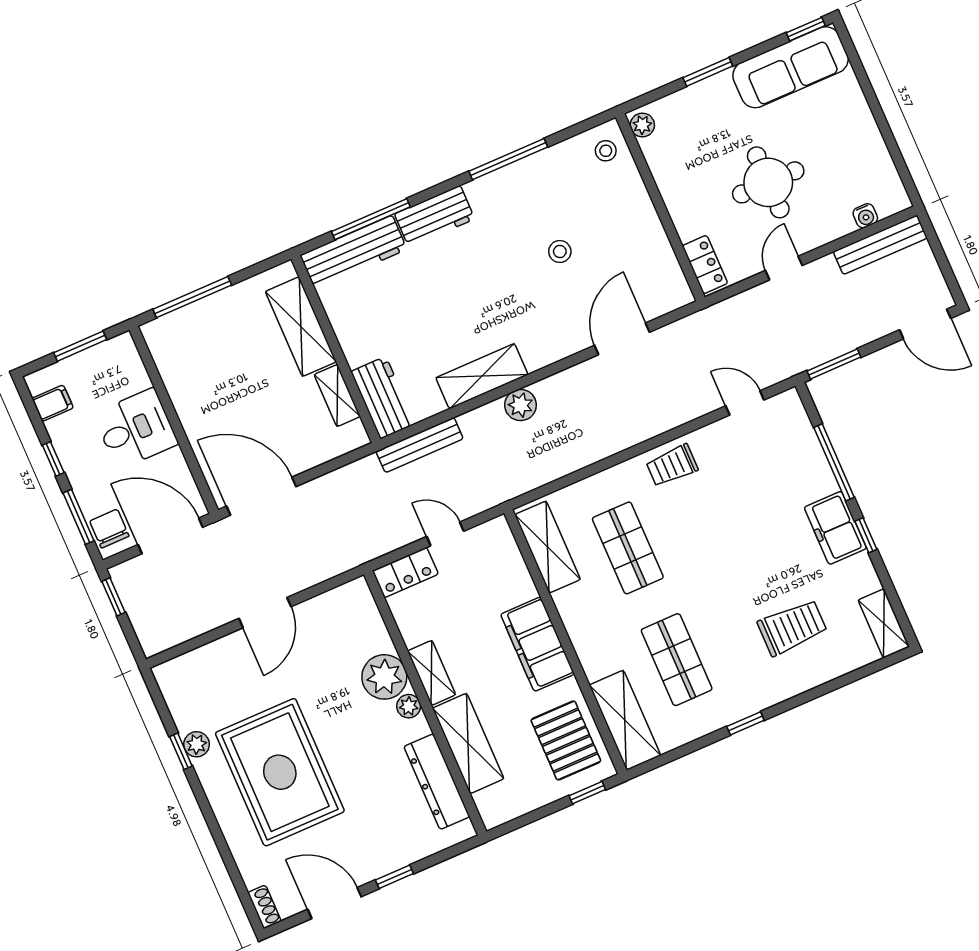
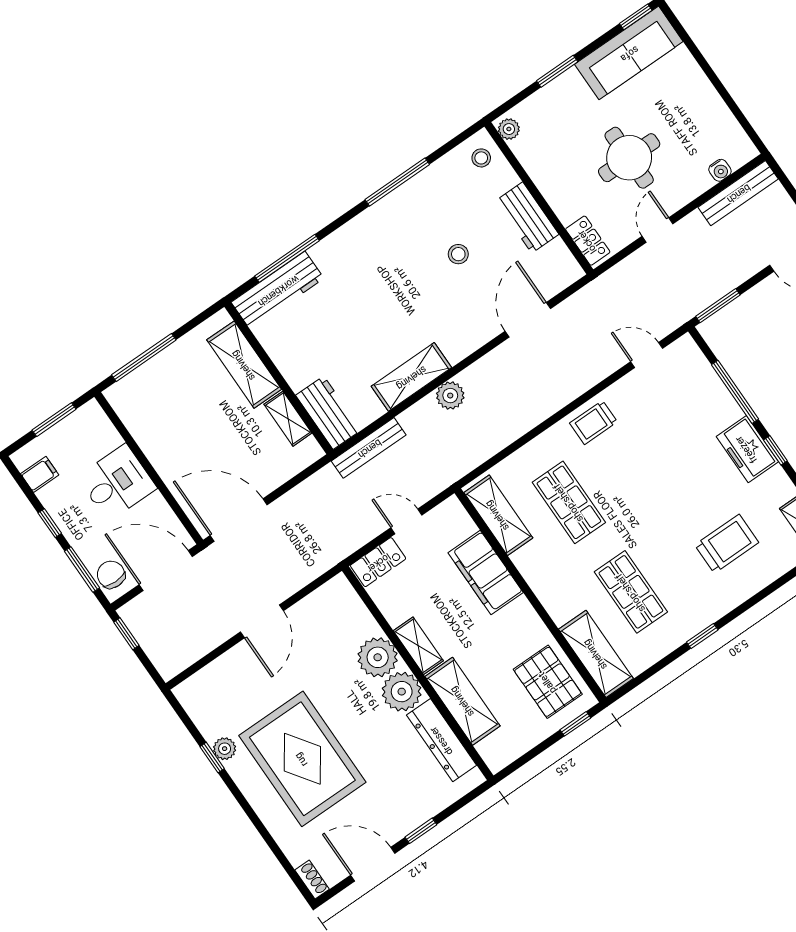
workbench: (435, 216) -> (527, 217), moved, turned 90
filing cabinet: (537, 644) -> (486, 573), moved
plant: (409, 706) -> (402, 692), width x1.87, depth x1.87

